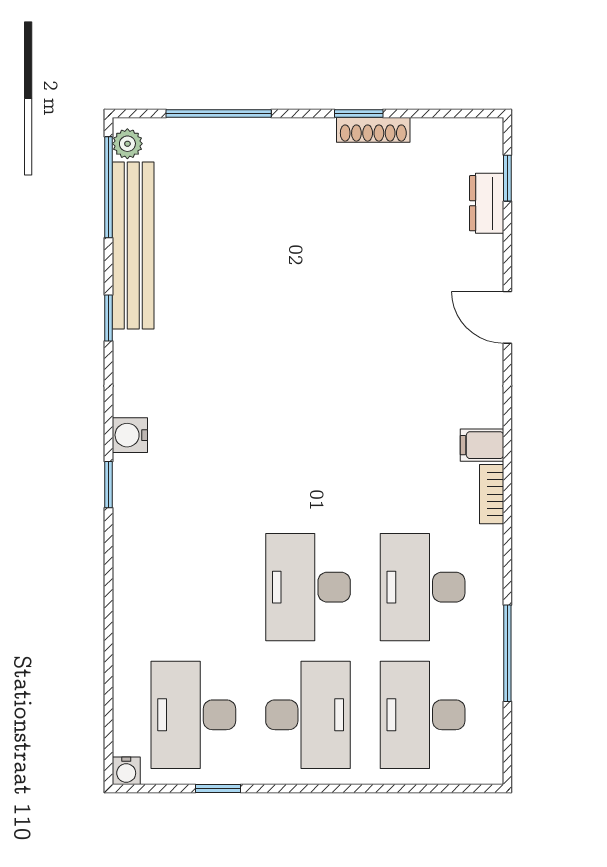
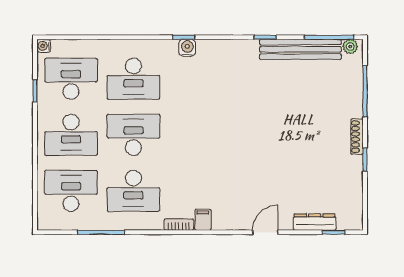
shoe rack: (373, 130) -> (357, 137), moved
dresser: (487, 203) -> (315, 222), width x1.44
water cooler: (130, 435) -> (187, 48), moved
desk: (193, 587) -> (133, 79), added
desk: (423, 587) -> (133, 191), turned 180

